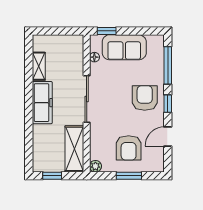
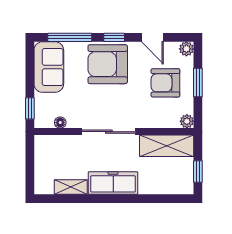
sofa: (124, 47) -> (49, 67), moved
armchair: (145, 98) -> (108, 64), width x1.36, depth x1.36
armchair: (129, 148) -> (165, 83), turned 180
plant: (158, 166) -> (186, 49), added

